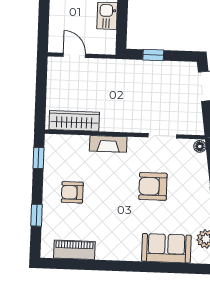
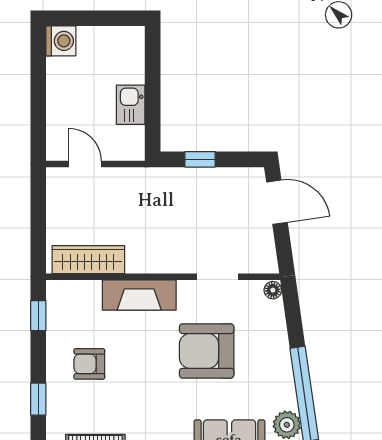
fireplace: (108, 144) -> (139, 295), width x1.37, depth x1.32
armchair: (153, 186) -> (207, 351), width x1.36, depth x1.36

